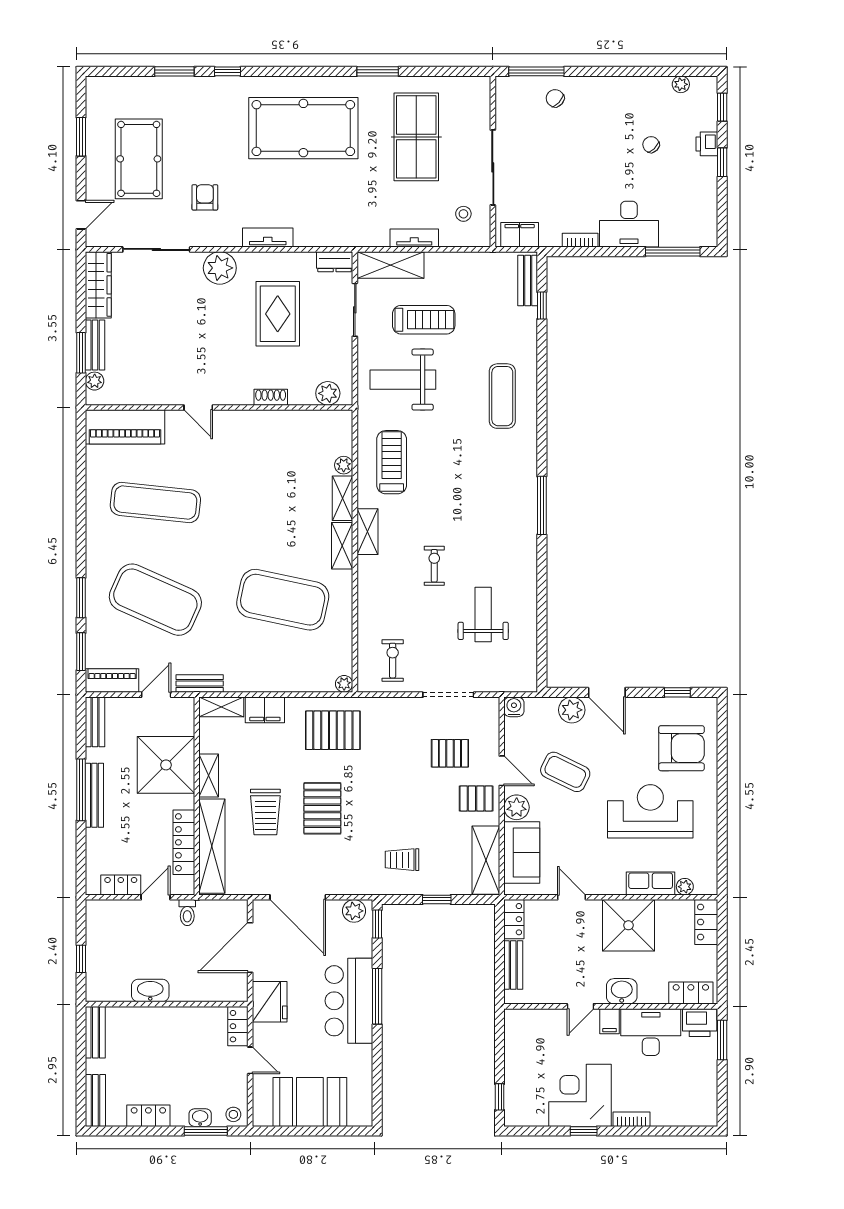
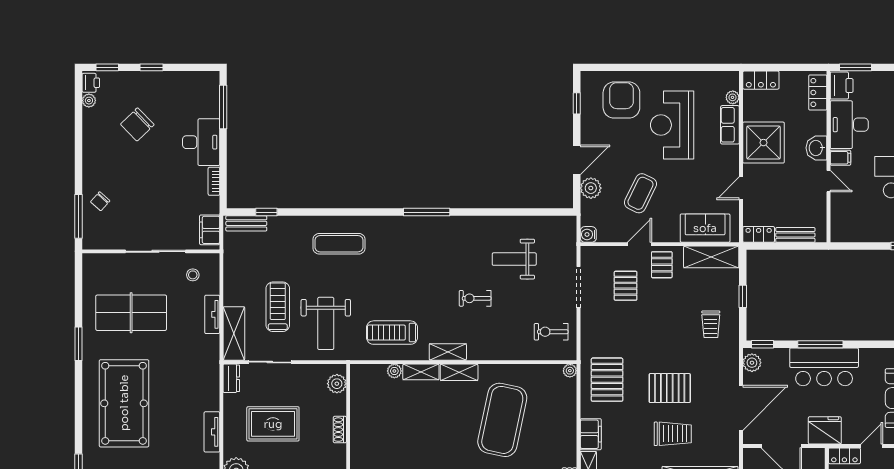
printer: (707, 144) -> (91, 83), moved, turned -90
chair: (651, 145) -> (137, 124), width x1.87, depth x1.87
plant: (517, 807) -> (669, 232), removed

